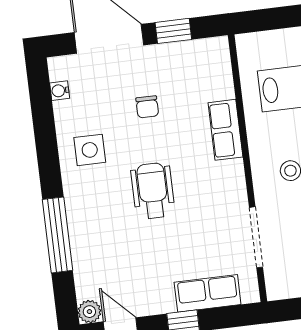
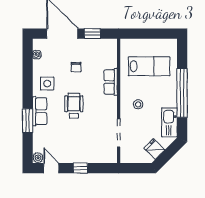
window: (58, 235) -> (28, 121), width x0.69
row of seats: (208, 293) -> (40, 111), moved, turned 90

